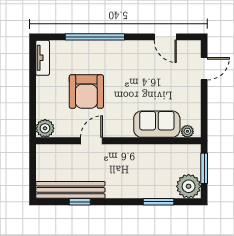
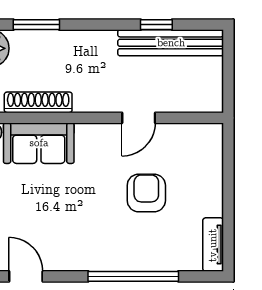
armchair: (86, 92) -> (146, 193), width x0.73, depth x0.73
plant: (45, 128) -> (209, 137), removed
shoe rack: (157, 151) -> (38, 102), added

